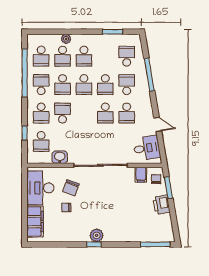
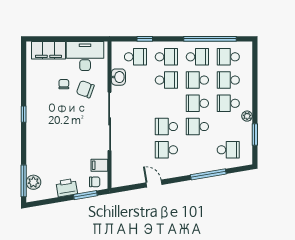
plant: (66, 39) -> (247, 116), moved
school desk: (127, 85) -> (197, 150), removed
school desk: (41, 113) -> (166, 57), turned 180
door: (158, 124) -> (154, 184), swing flipped
school desk: (41, 142) -> (135, 57), turned 180
desk: (147, 148) -> (128, 172), removed
plant: (97, 235) -> (33, 182), moved

